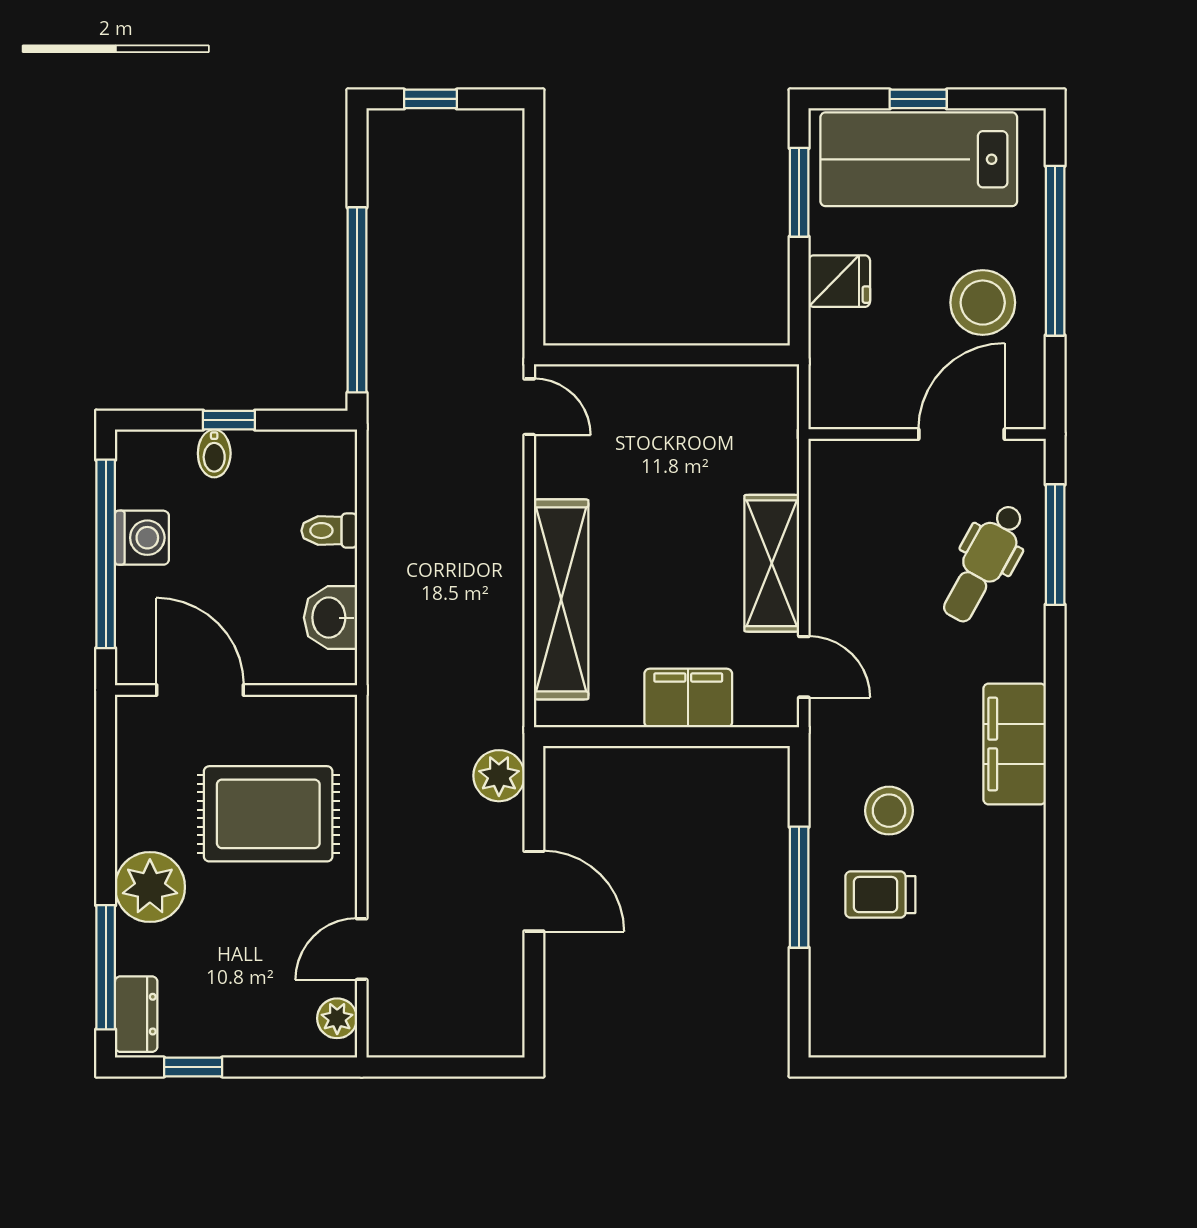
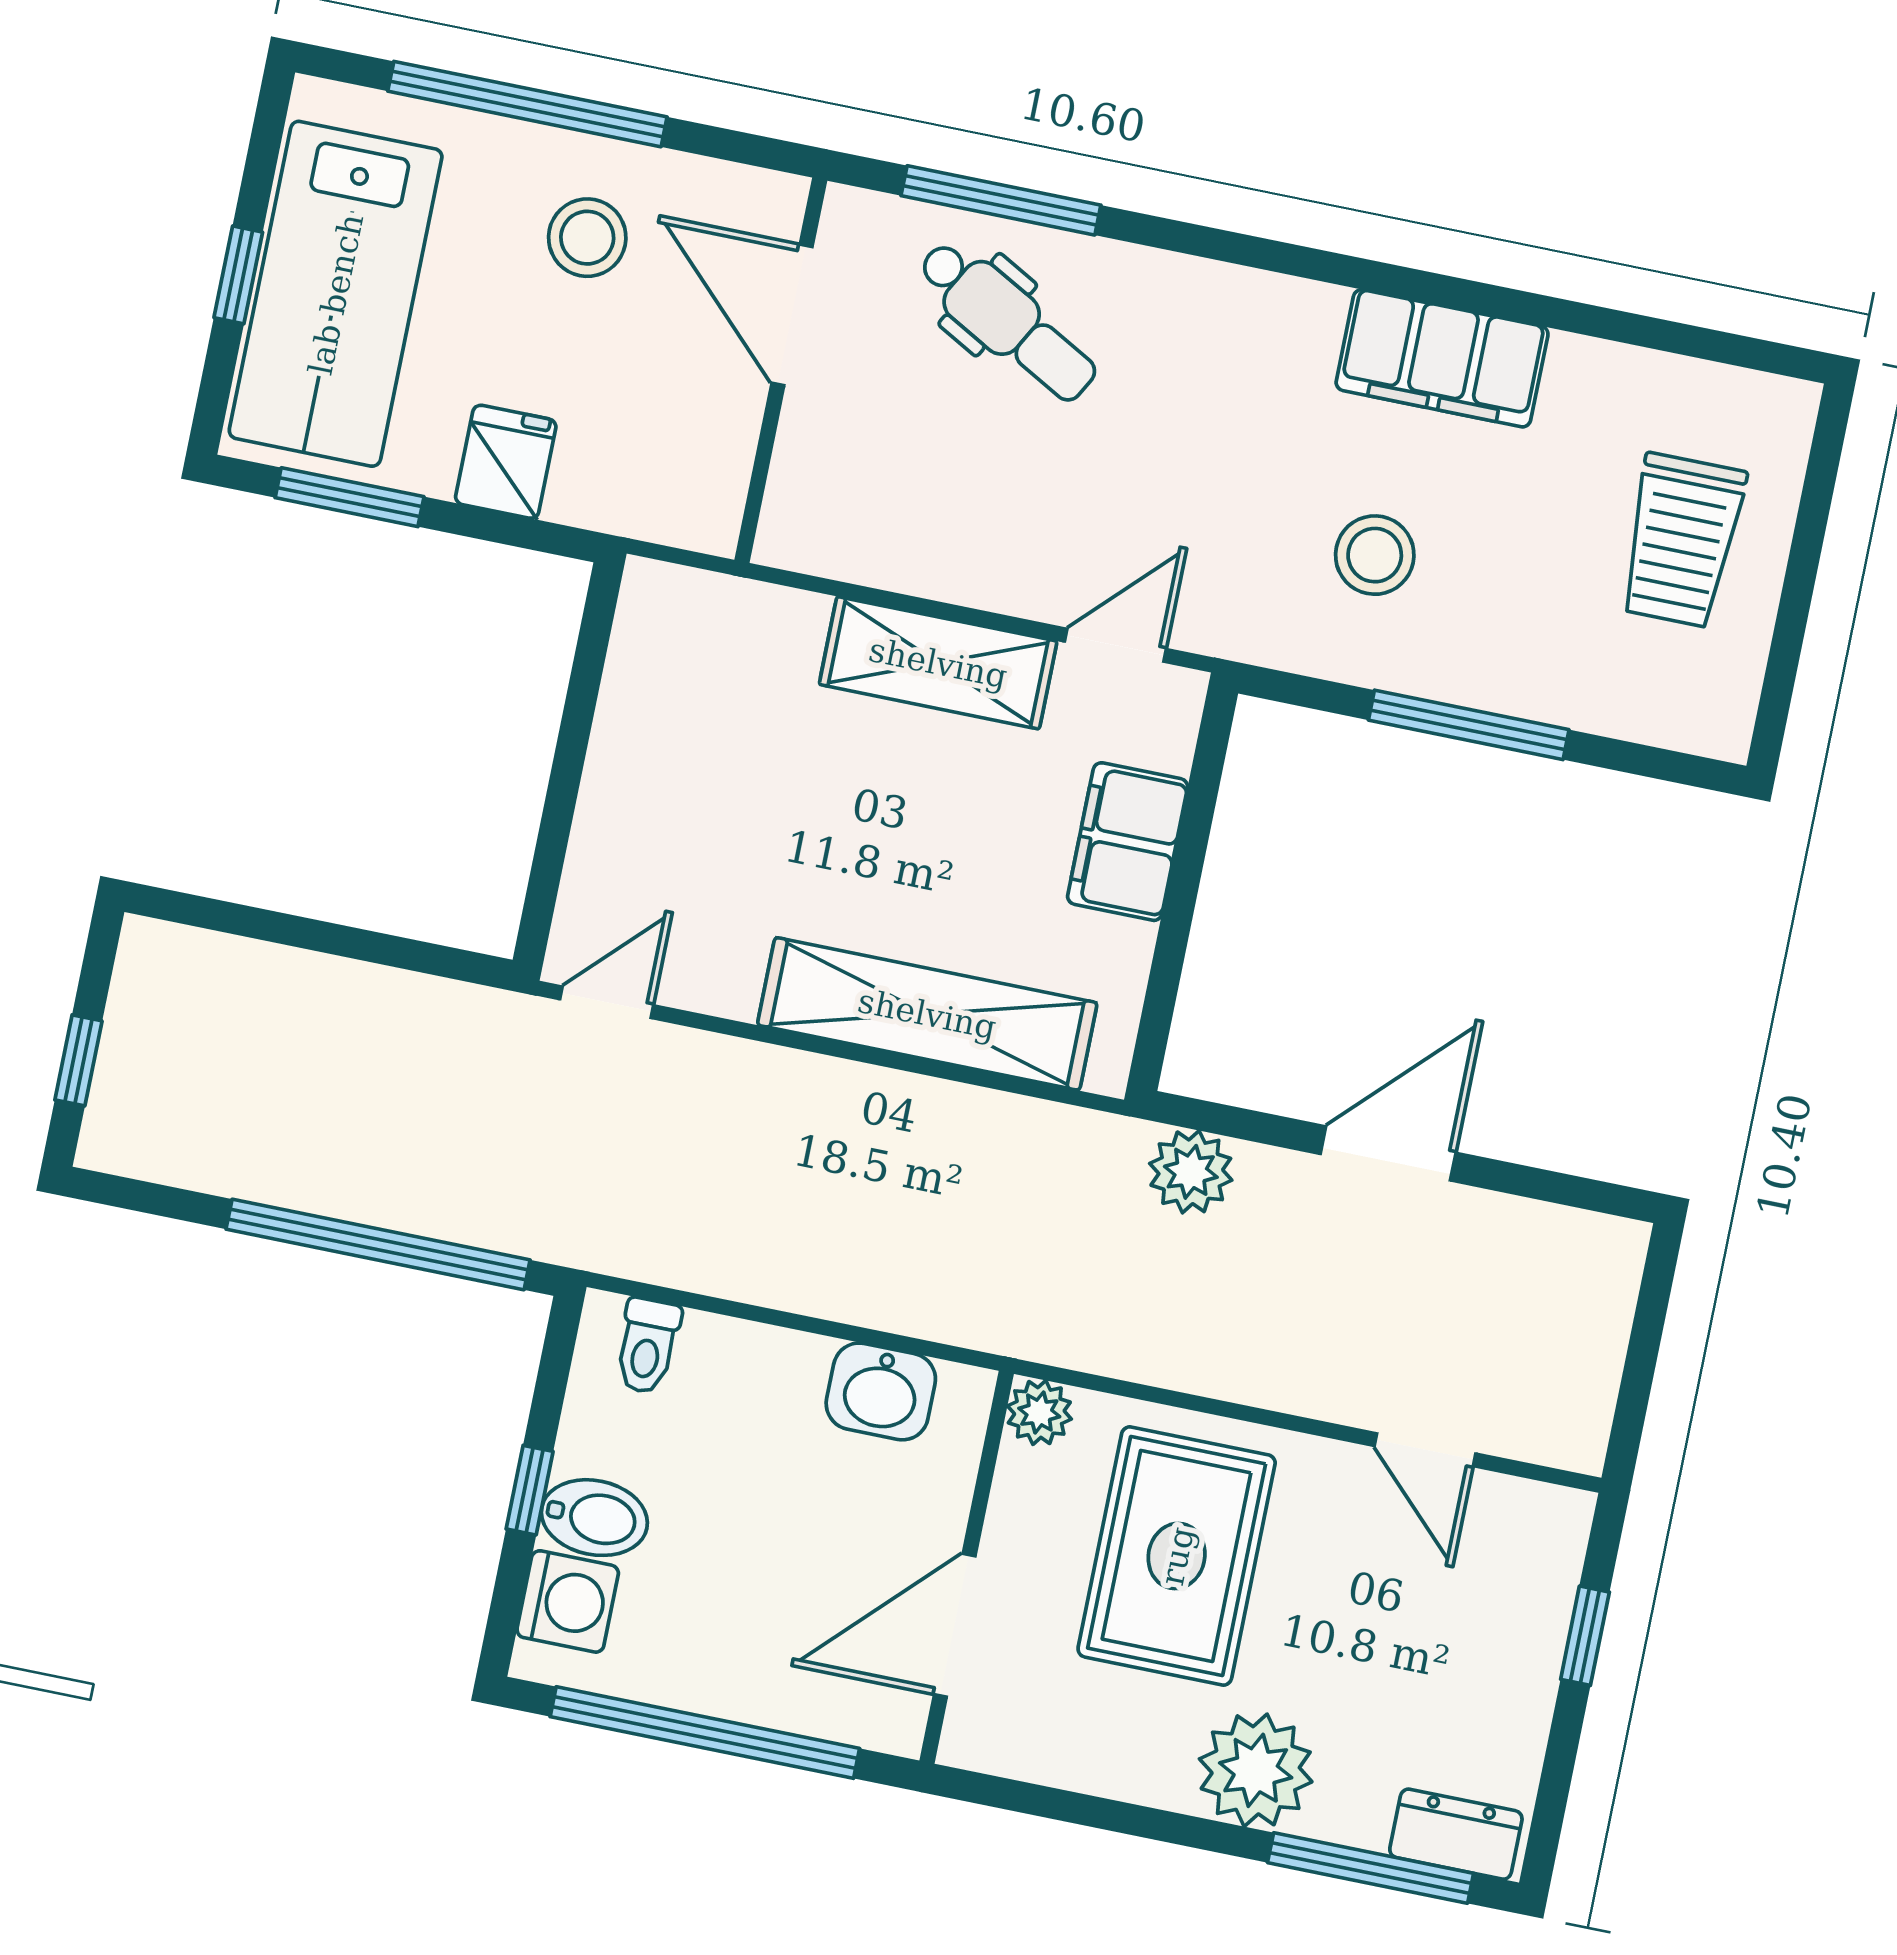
stool: (983, 303) -> (587, 238), width x0.73, depth x0.73
bidet: (214, 453) -> (594, 1518), width x1.38, depth x1.36
toilet: (329, 531) -> (647, 1346), moved
washing machine: (142, 538) -> (568, 1601), moved, turned 90
filing cabinet: (1015, 744) -> (1442, 358), moved
trolley: (880, 895) -> (1682, 540), moved, width x1.36, depth x1.39
plant: (337, 1018) -> (1039, 1412), moved
window: (193, 1067) -> (1585, 1636), moved

